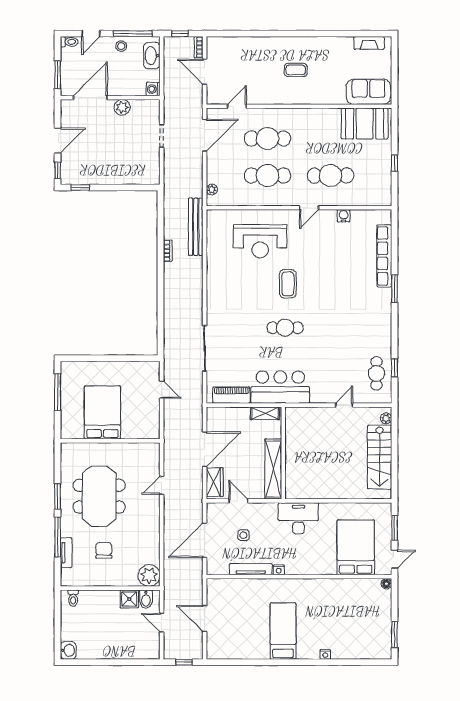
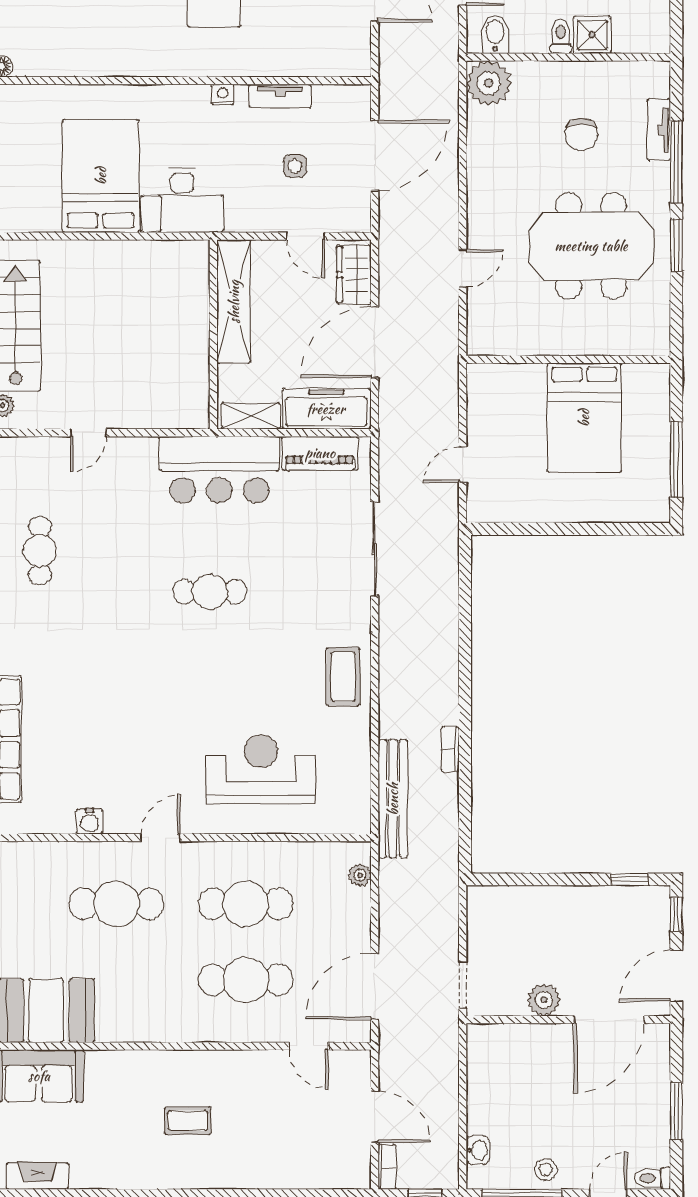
washbasin: (152, 56) -> (478, 1150), width x0.52, depth x0.69
washing machine: (153, 89) -> (480, 1081), removed
door: (90, 98) -> (609, 1020), moved
wall: (110, 98) -> (568, 1020), moved
door: (237, 106) -> (309, 1046), hinge flipped
plant: (122, 107) -> (544, 1000), moved
coffee table: (288, 284) -> (343, 677), moved
cafe table: (376, 373) -> (40, 551), moved
door: (162, 390) -> (463, 465), hinge flipped
freezer: (228, 417) -> (326, 409), added
meeting table: (99, 496) -> (591, 246), turned 90
bed: (356, 547) -> (101, 176), moved, turned 180
tv unit: (251, 569) -> (280, 96), width x0.71
toilet: (73, 598) -> (561, 37), moved
shower: (129, 599) -> (592, 35), moved

